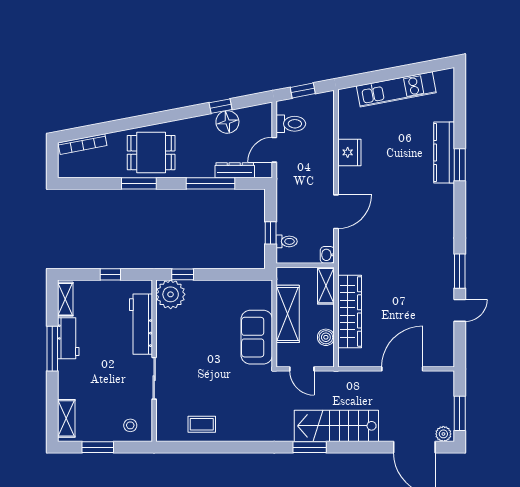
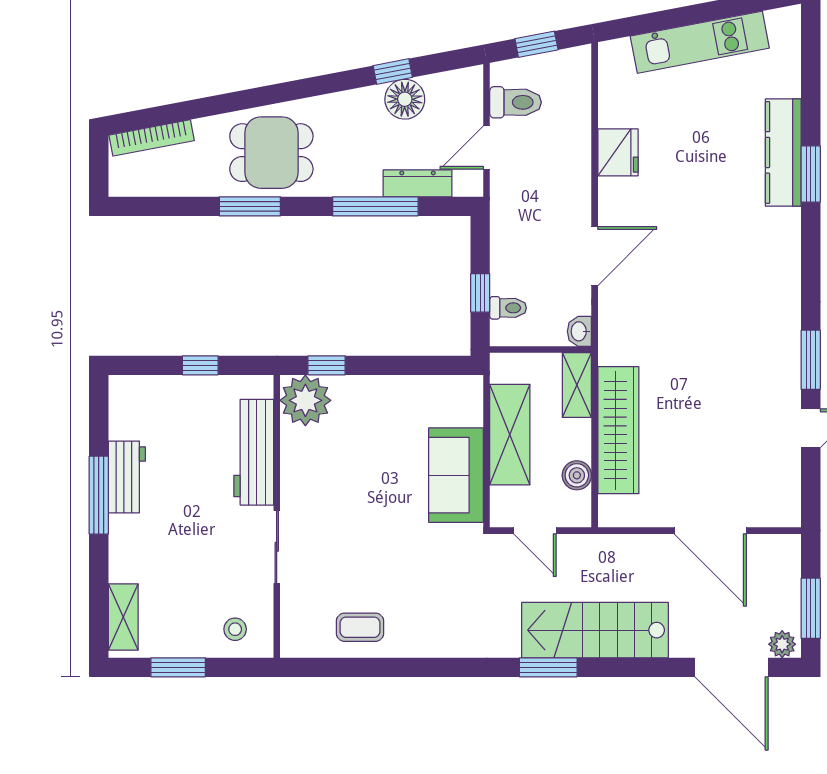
shelving: (65, 299) -> (122, 409), removed
door: (402, 369) -> (710, 531), swing flipped

